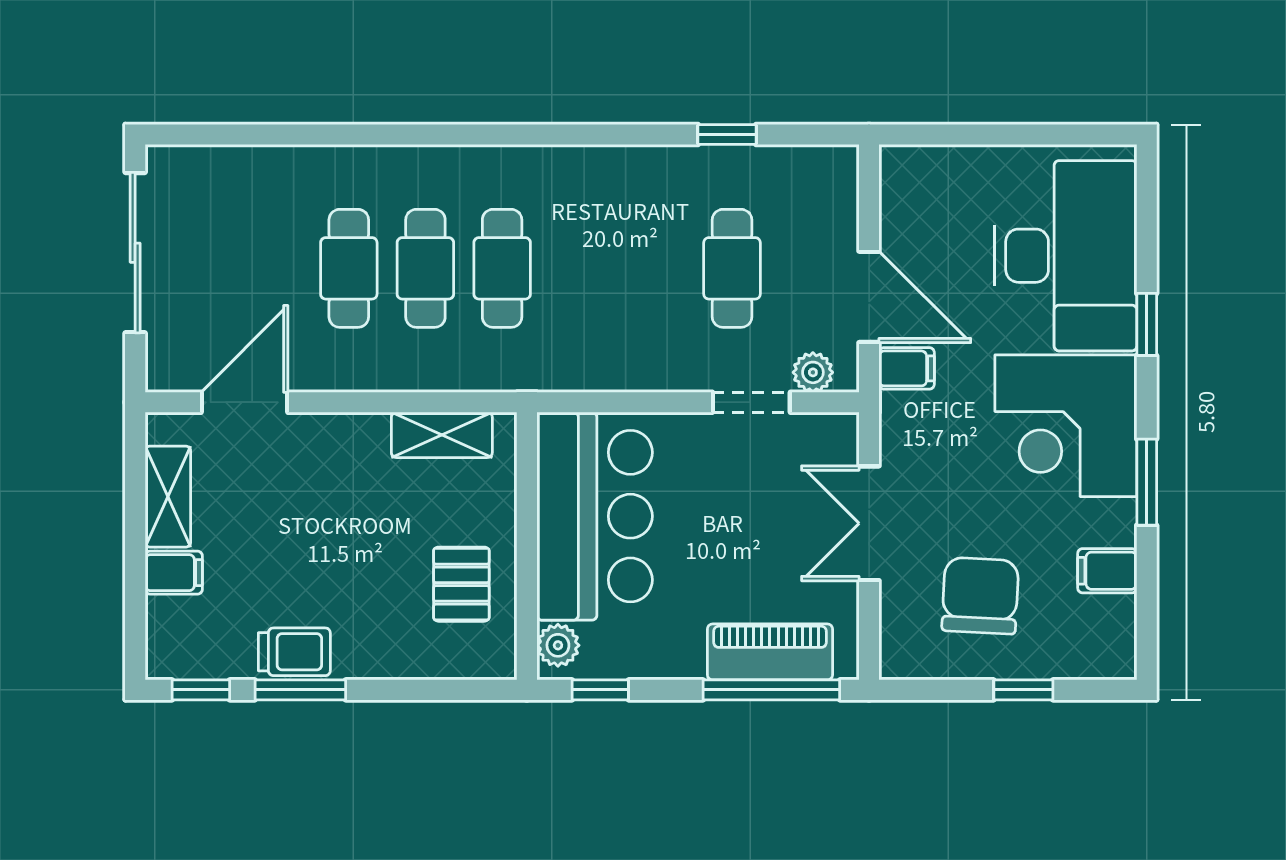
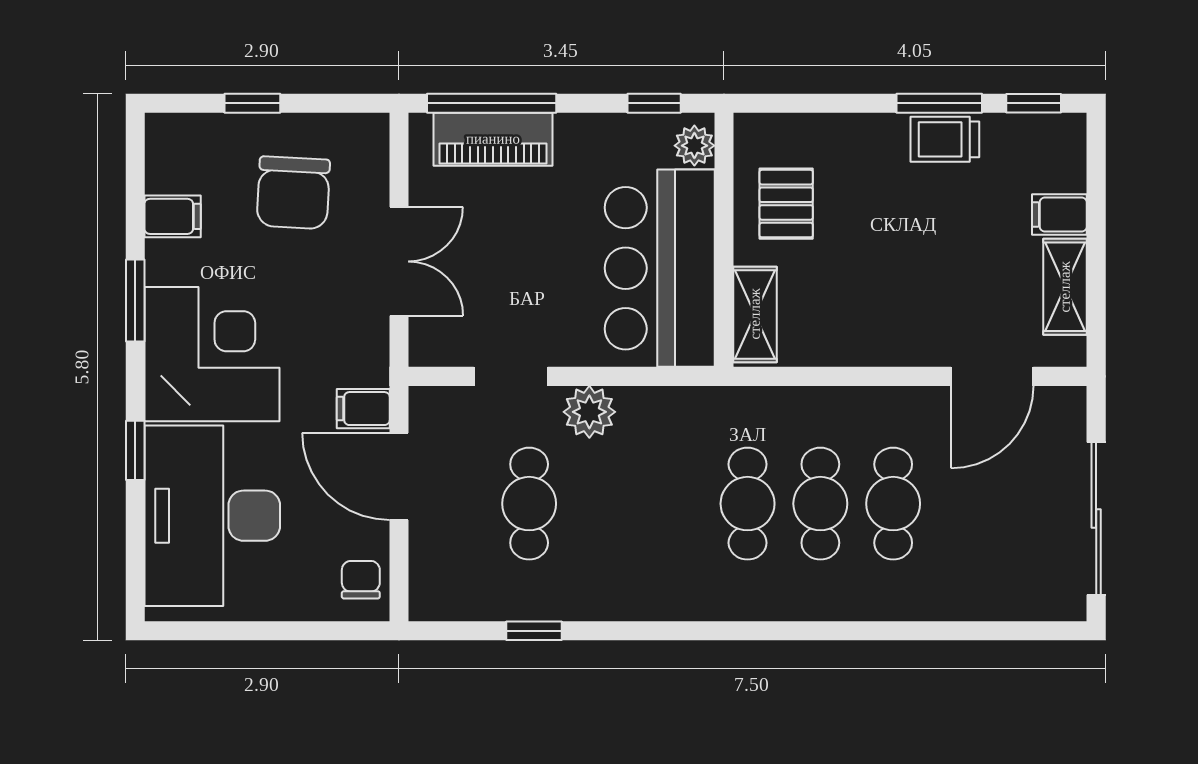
chair: (909, 188) -> (361, 580), added
plant: (813, 372) -> (589, 412), moved, width x1.38, depth x1.38
shelving: (442, 435) -> (755, 314), moved, turned 90

